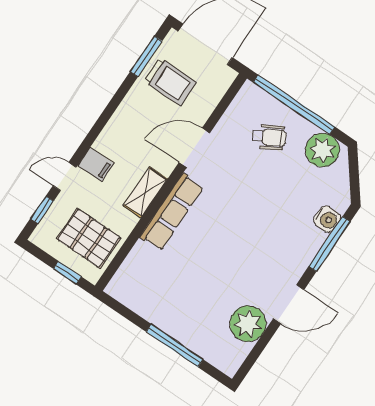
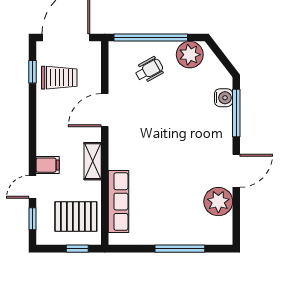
window: (146, 56) -> (33, 72), width x0.67
row of seats: (172, 212) -> (119, 202), moved

